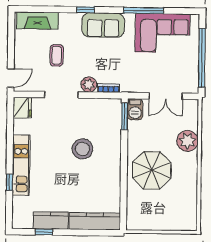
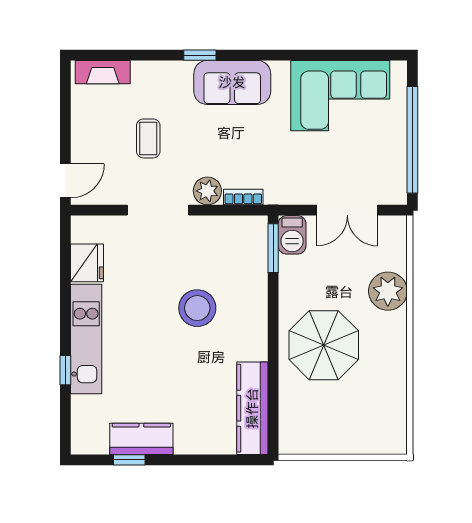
window: (143, 10) -> (305, 55), removed
fireplace: (38, 21) -> (103, 72), width x0.73, depth x0.76
fridge: (22, 108) -> (87, 263), moved
kitchen counter: (95, 221) -> (252, 408), moved, turned -90

